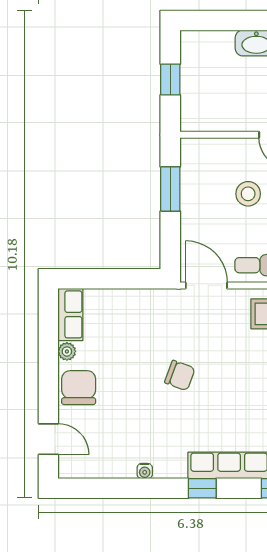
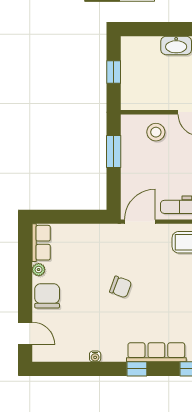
stool: (248, 194) -> (156, 132), moved
door: (206, 285) -> (140, 222), hinge flipped

